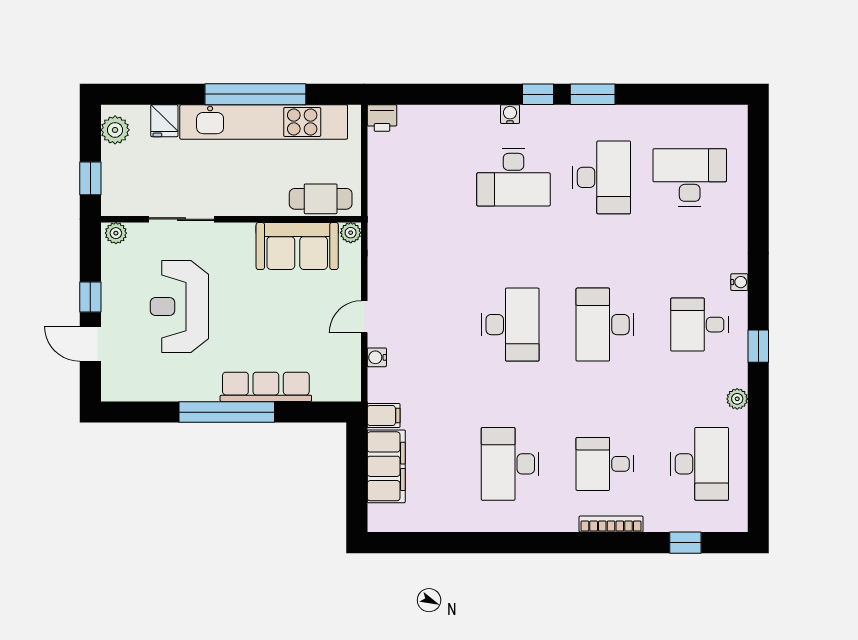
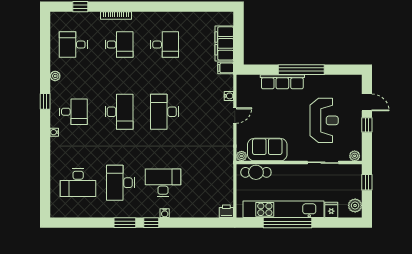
desk: (510, 464) -> (165, 45), width x0.73
desk: (700, 464) -> (73, 45), width x0.73

